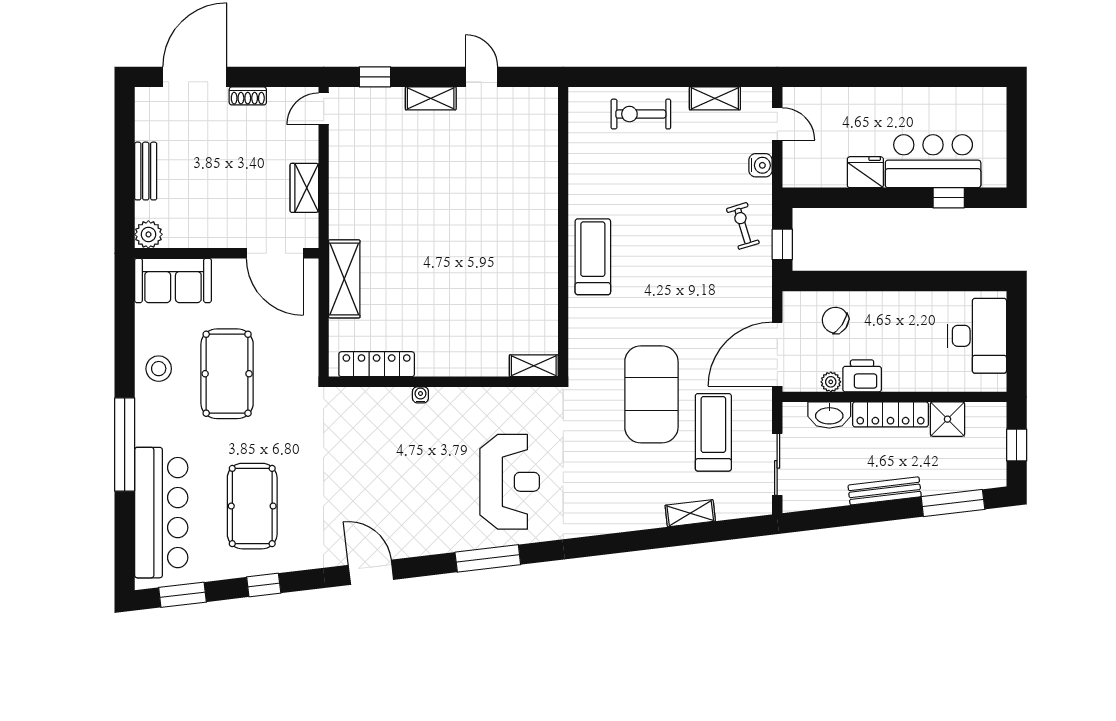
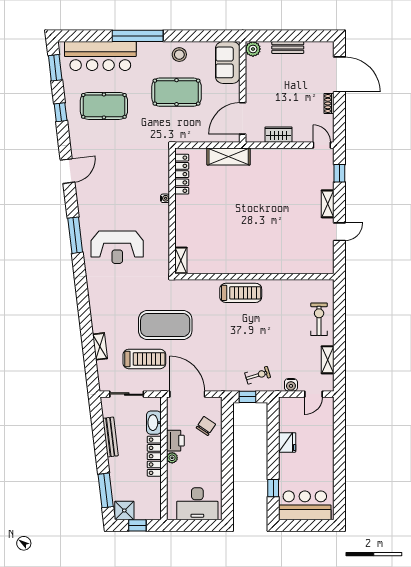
bar counter: (933, 161) -> (305, 505), moved, turned -90
plant: (831, 382) -> (172, 458), moved
shower: (947, 419) -> (124, 510), moved
bench: (885, 491) -> (110, 437), moved

